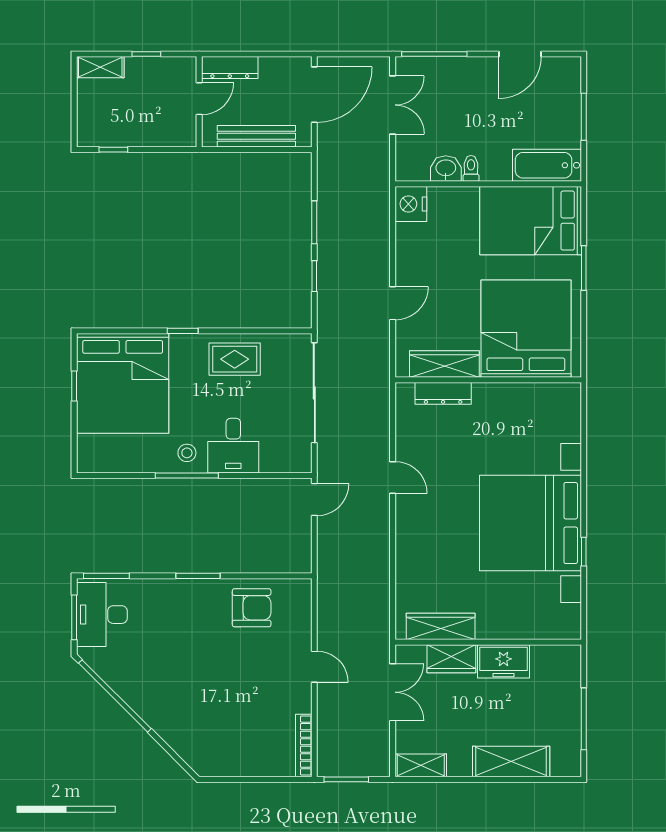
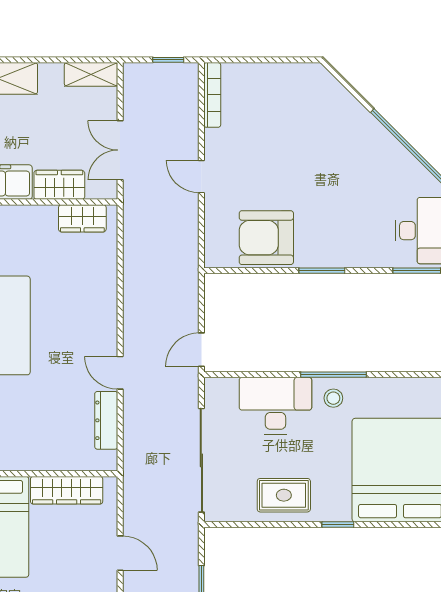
door: (393, 303) -> (120, 553), swing flipped
dresser: (443, 393) -> (106, 420), moved, turned -90
desk: (233, 446) -> (275, 406), width x1.37
armchair: (252, 608) -> (266, 238), width x1.36, depth x1.36
wardrobe: (441, 626) -> (82, 218), width x0.67
window: (346, 779) -> (168, 60), width x0.67

